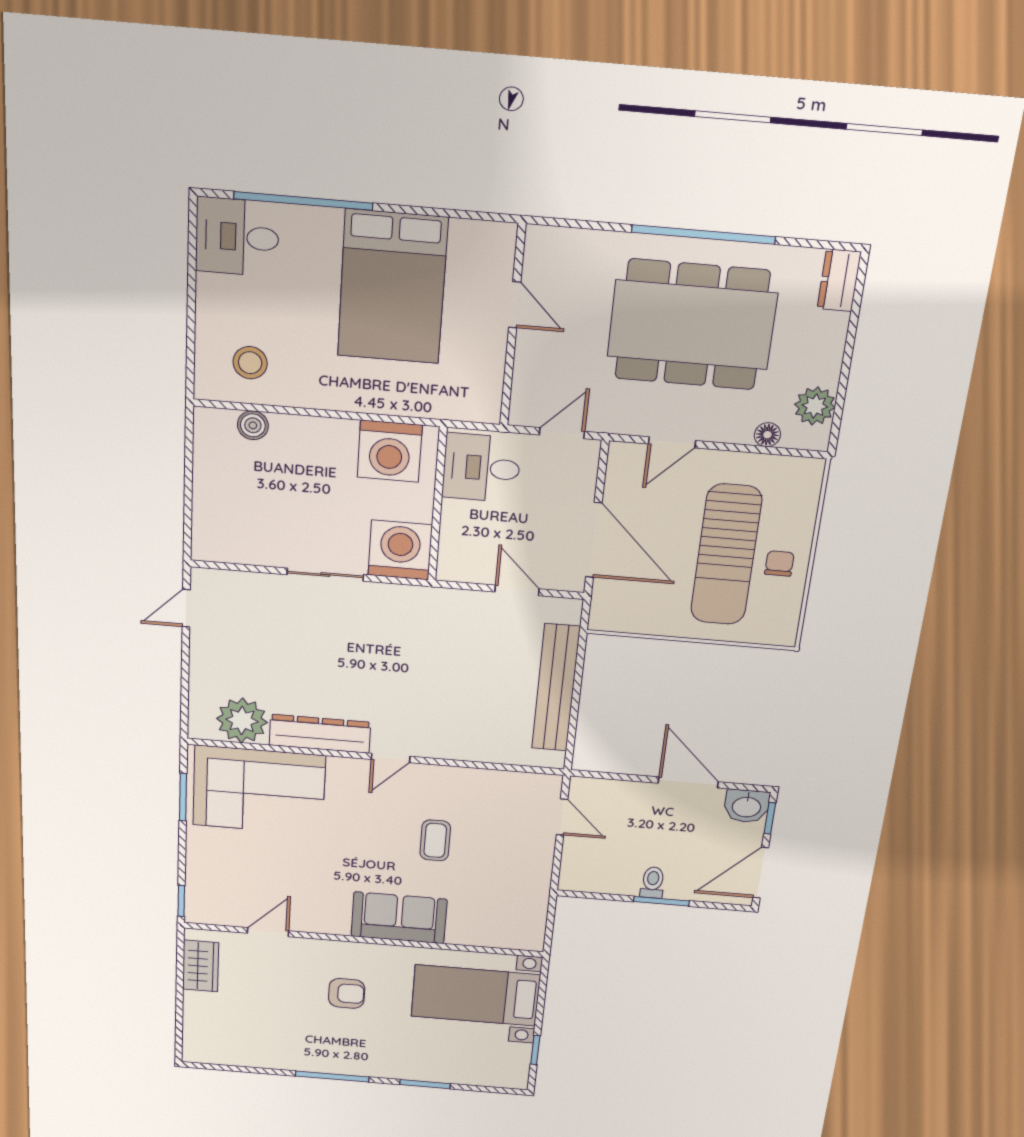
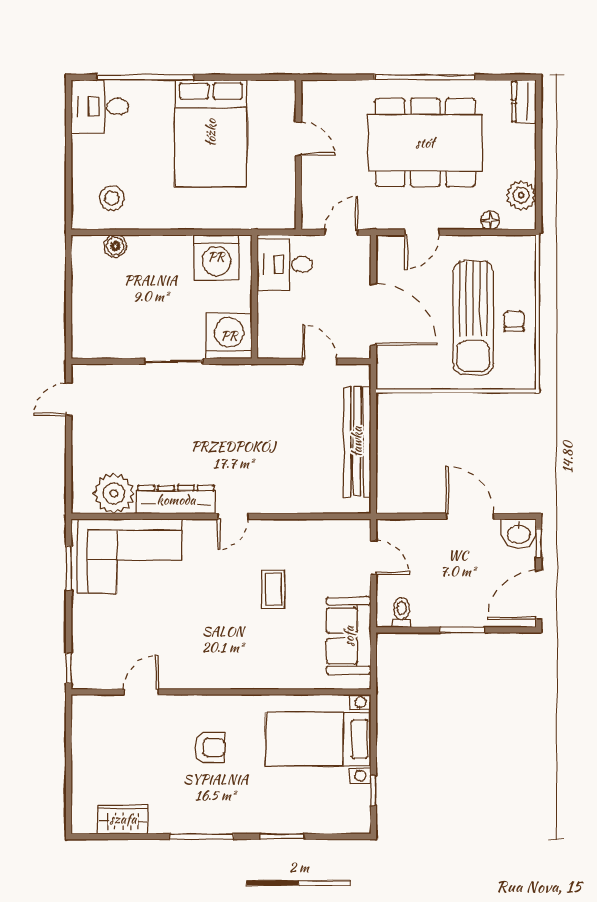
toilet: (653, 882) -> (402, 612), moved
sofa: (399, 918) -> (349, 636), moved, turned -90
wardrobe: (201, 966) -> (123, 819), moved, turned -90

